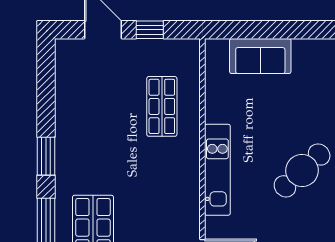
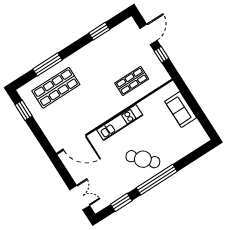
window: (46, 156) -> (99, 31), moved

